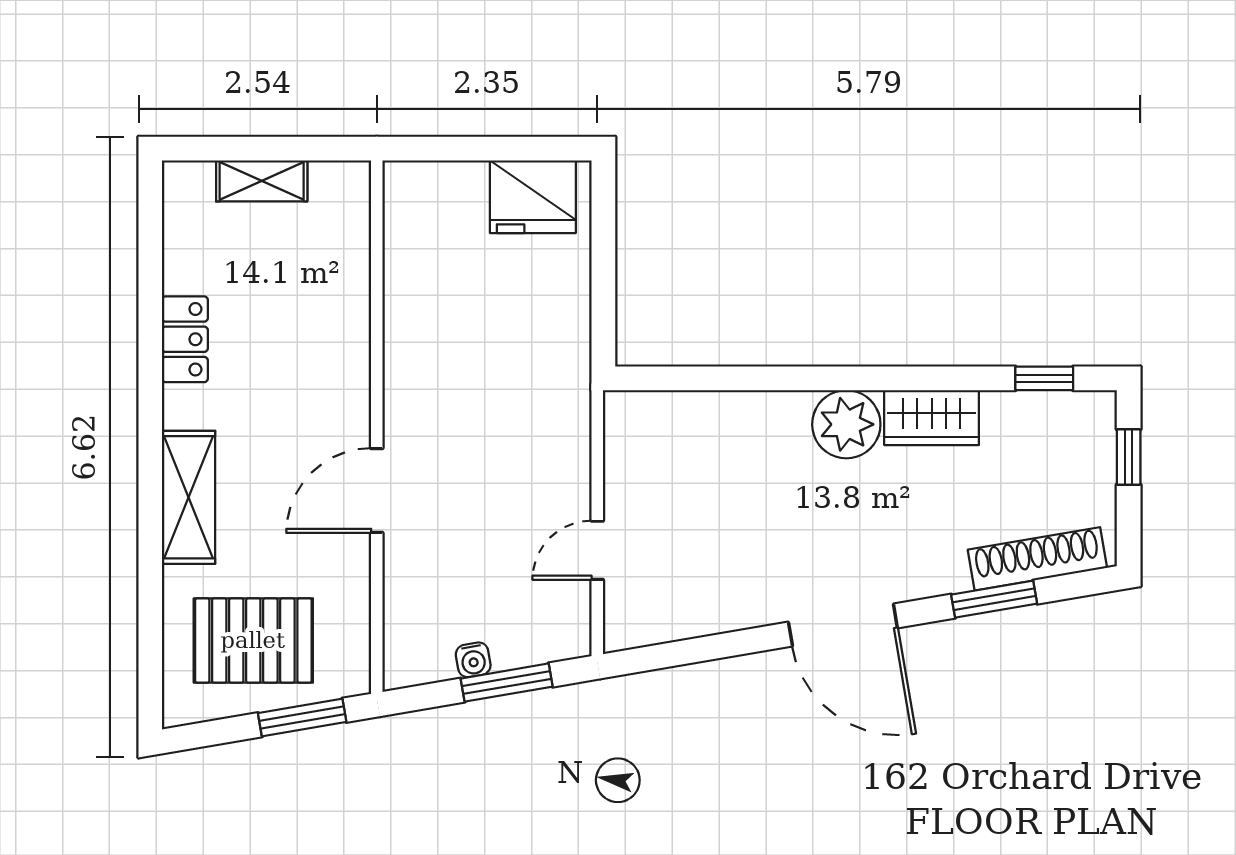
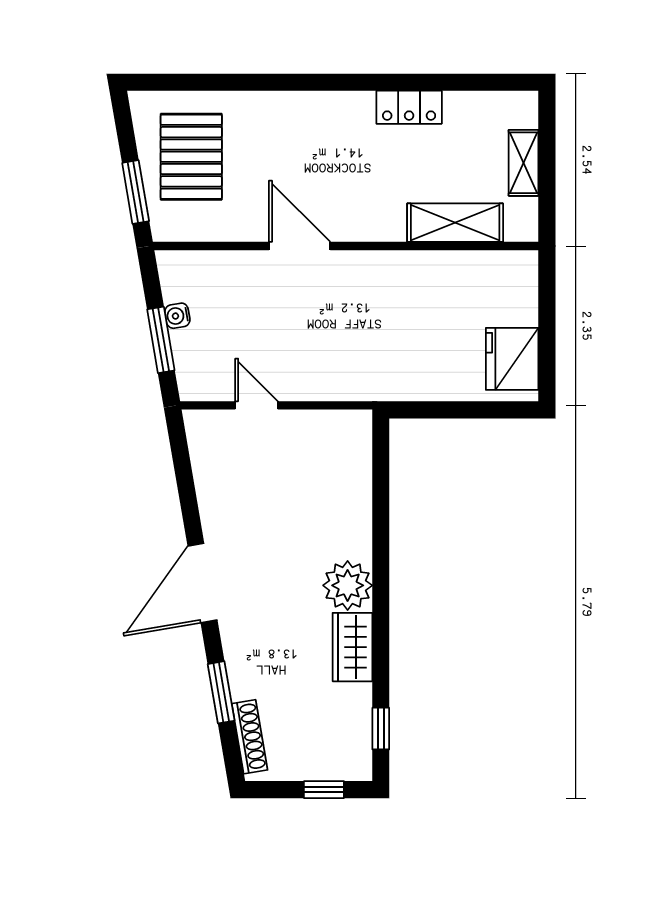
shelving: (189, 497) -> (455, 223), moved
shoe rack: (1037, 559) -> (250, 737), width x0.74, depth x0.81

